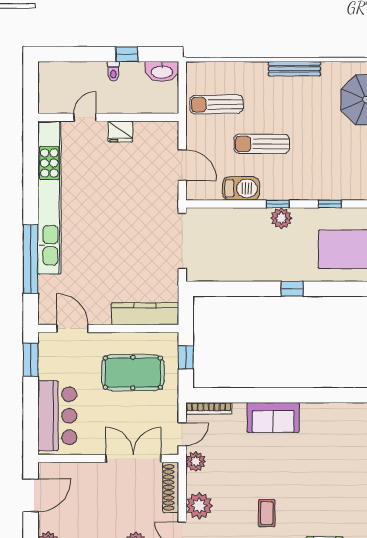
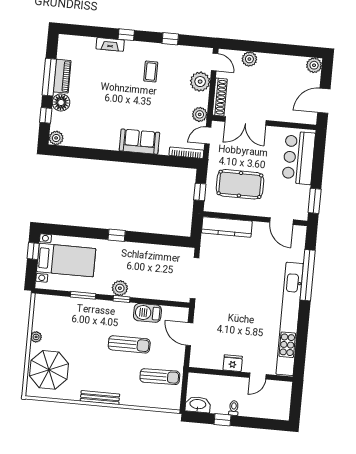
window: (330, 204) -> (83, 295), width x1.50

